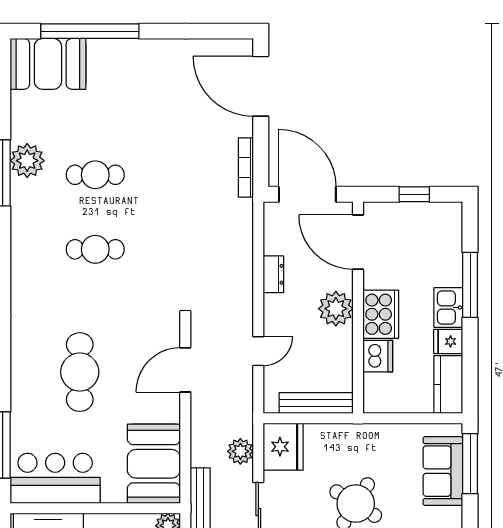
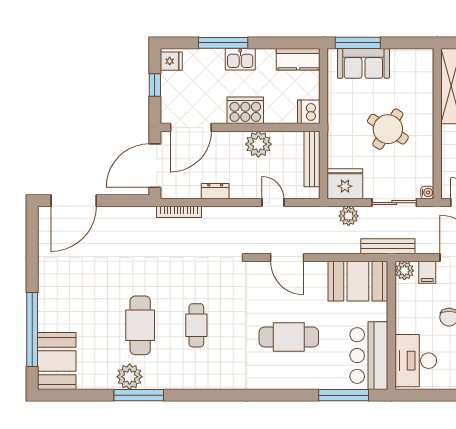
bookcase: (246, 167) -> (179, 212), moved
cafe table: (95, 175) -> (140, 325), width x1.37, depth x1.35
plant: (336, 309) -> (258, 144), moved
fridge: (448, 341) -> (171, 61), moved, turned -90
dishwasher: (378, 356) -> (309, 112), moved, turned -90

